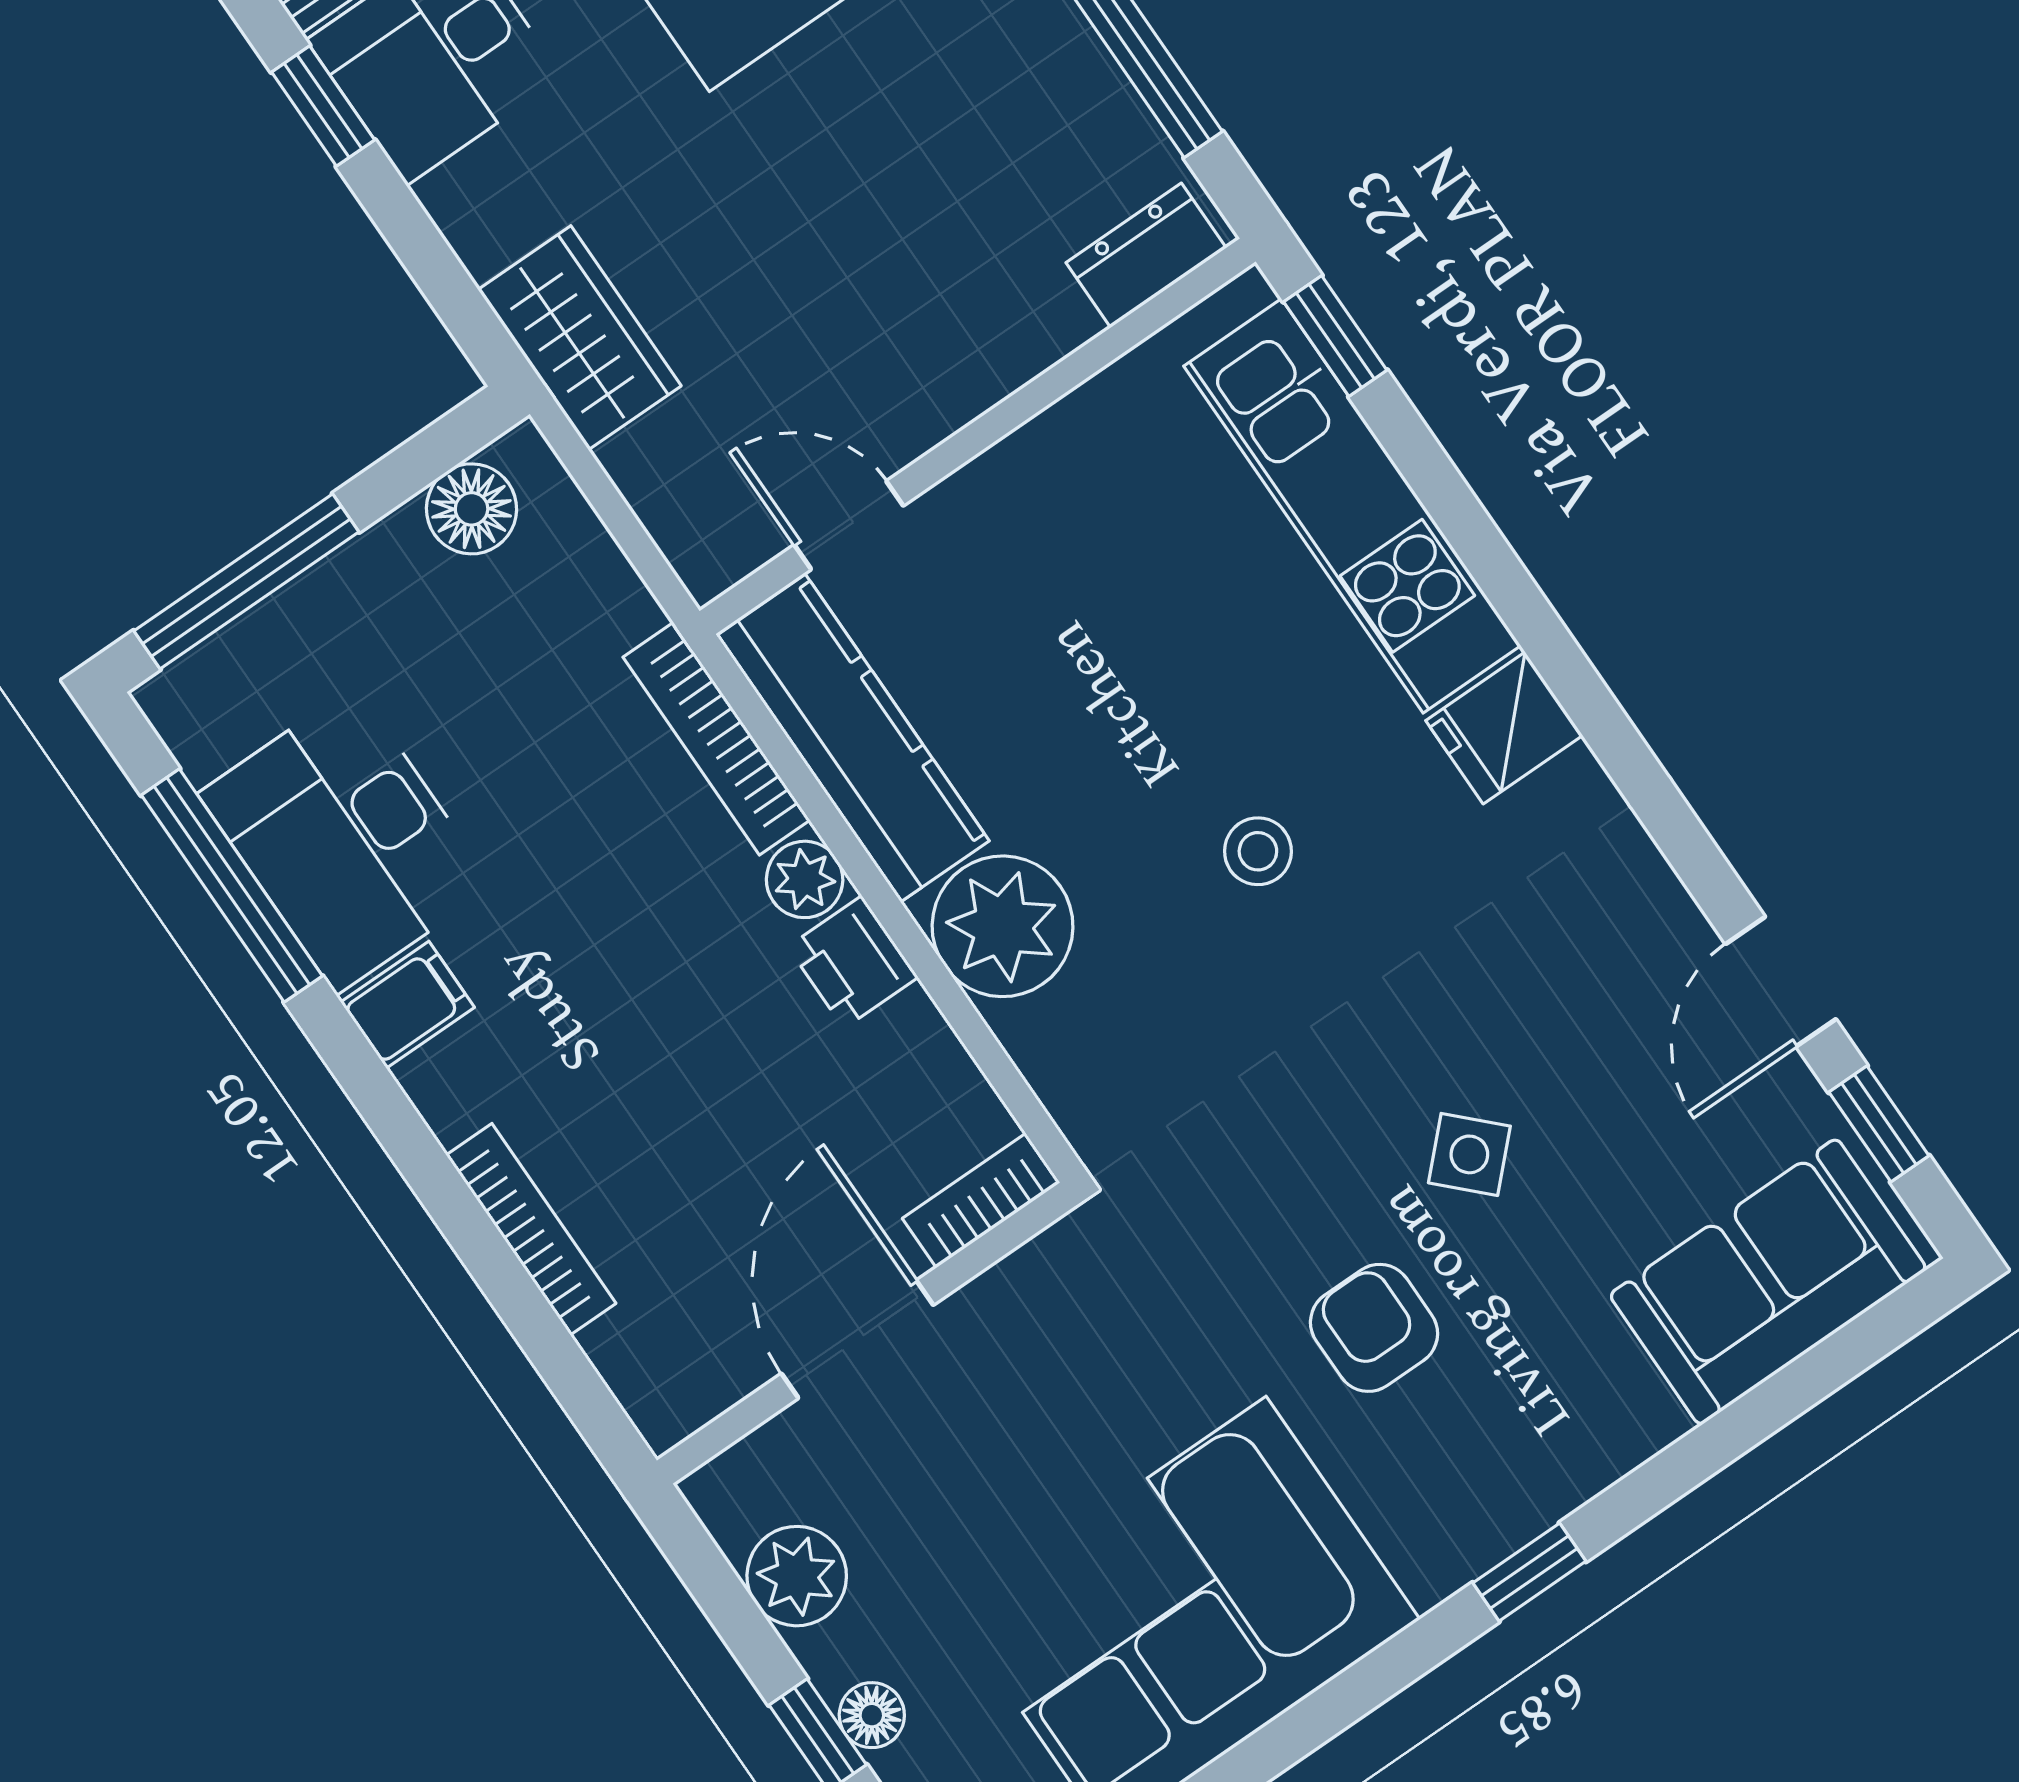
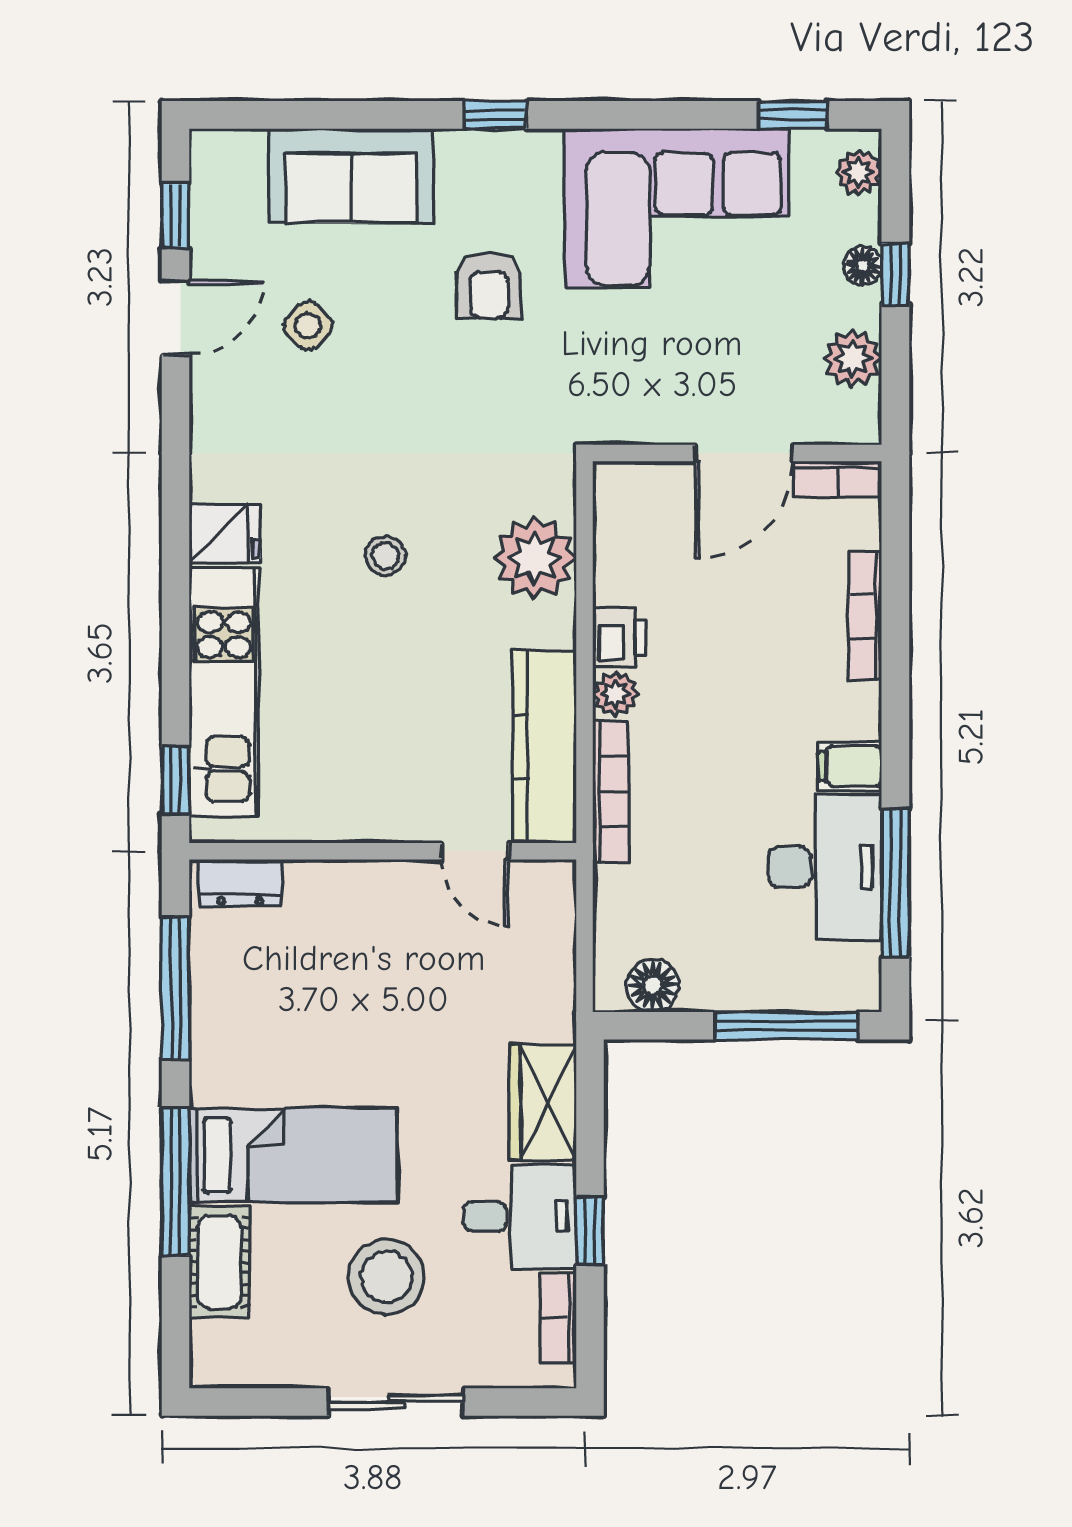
wardrobe: (580, 338) -> (543, 1102), moved
plant: (1003, 926) -> (535, 558), moved
side table: (1469, 1154) -> (308, 326), moved
bookcase: (981, 1200) -> (837, 479), moved
sofa: (1768, 1282) -> (351, 176), moved

